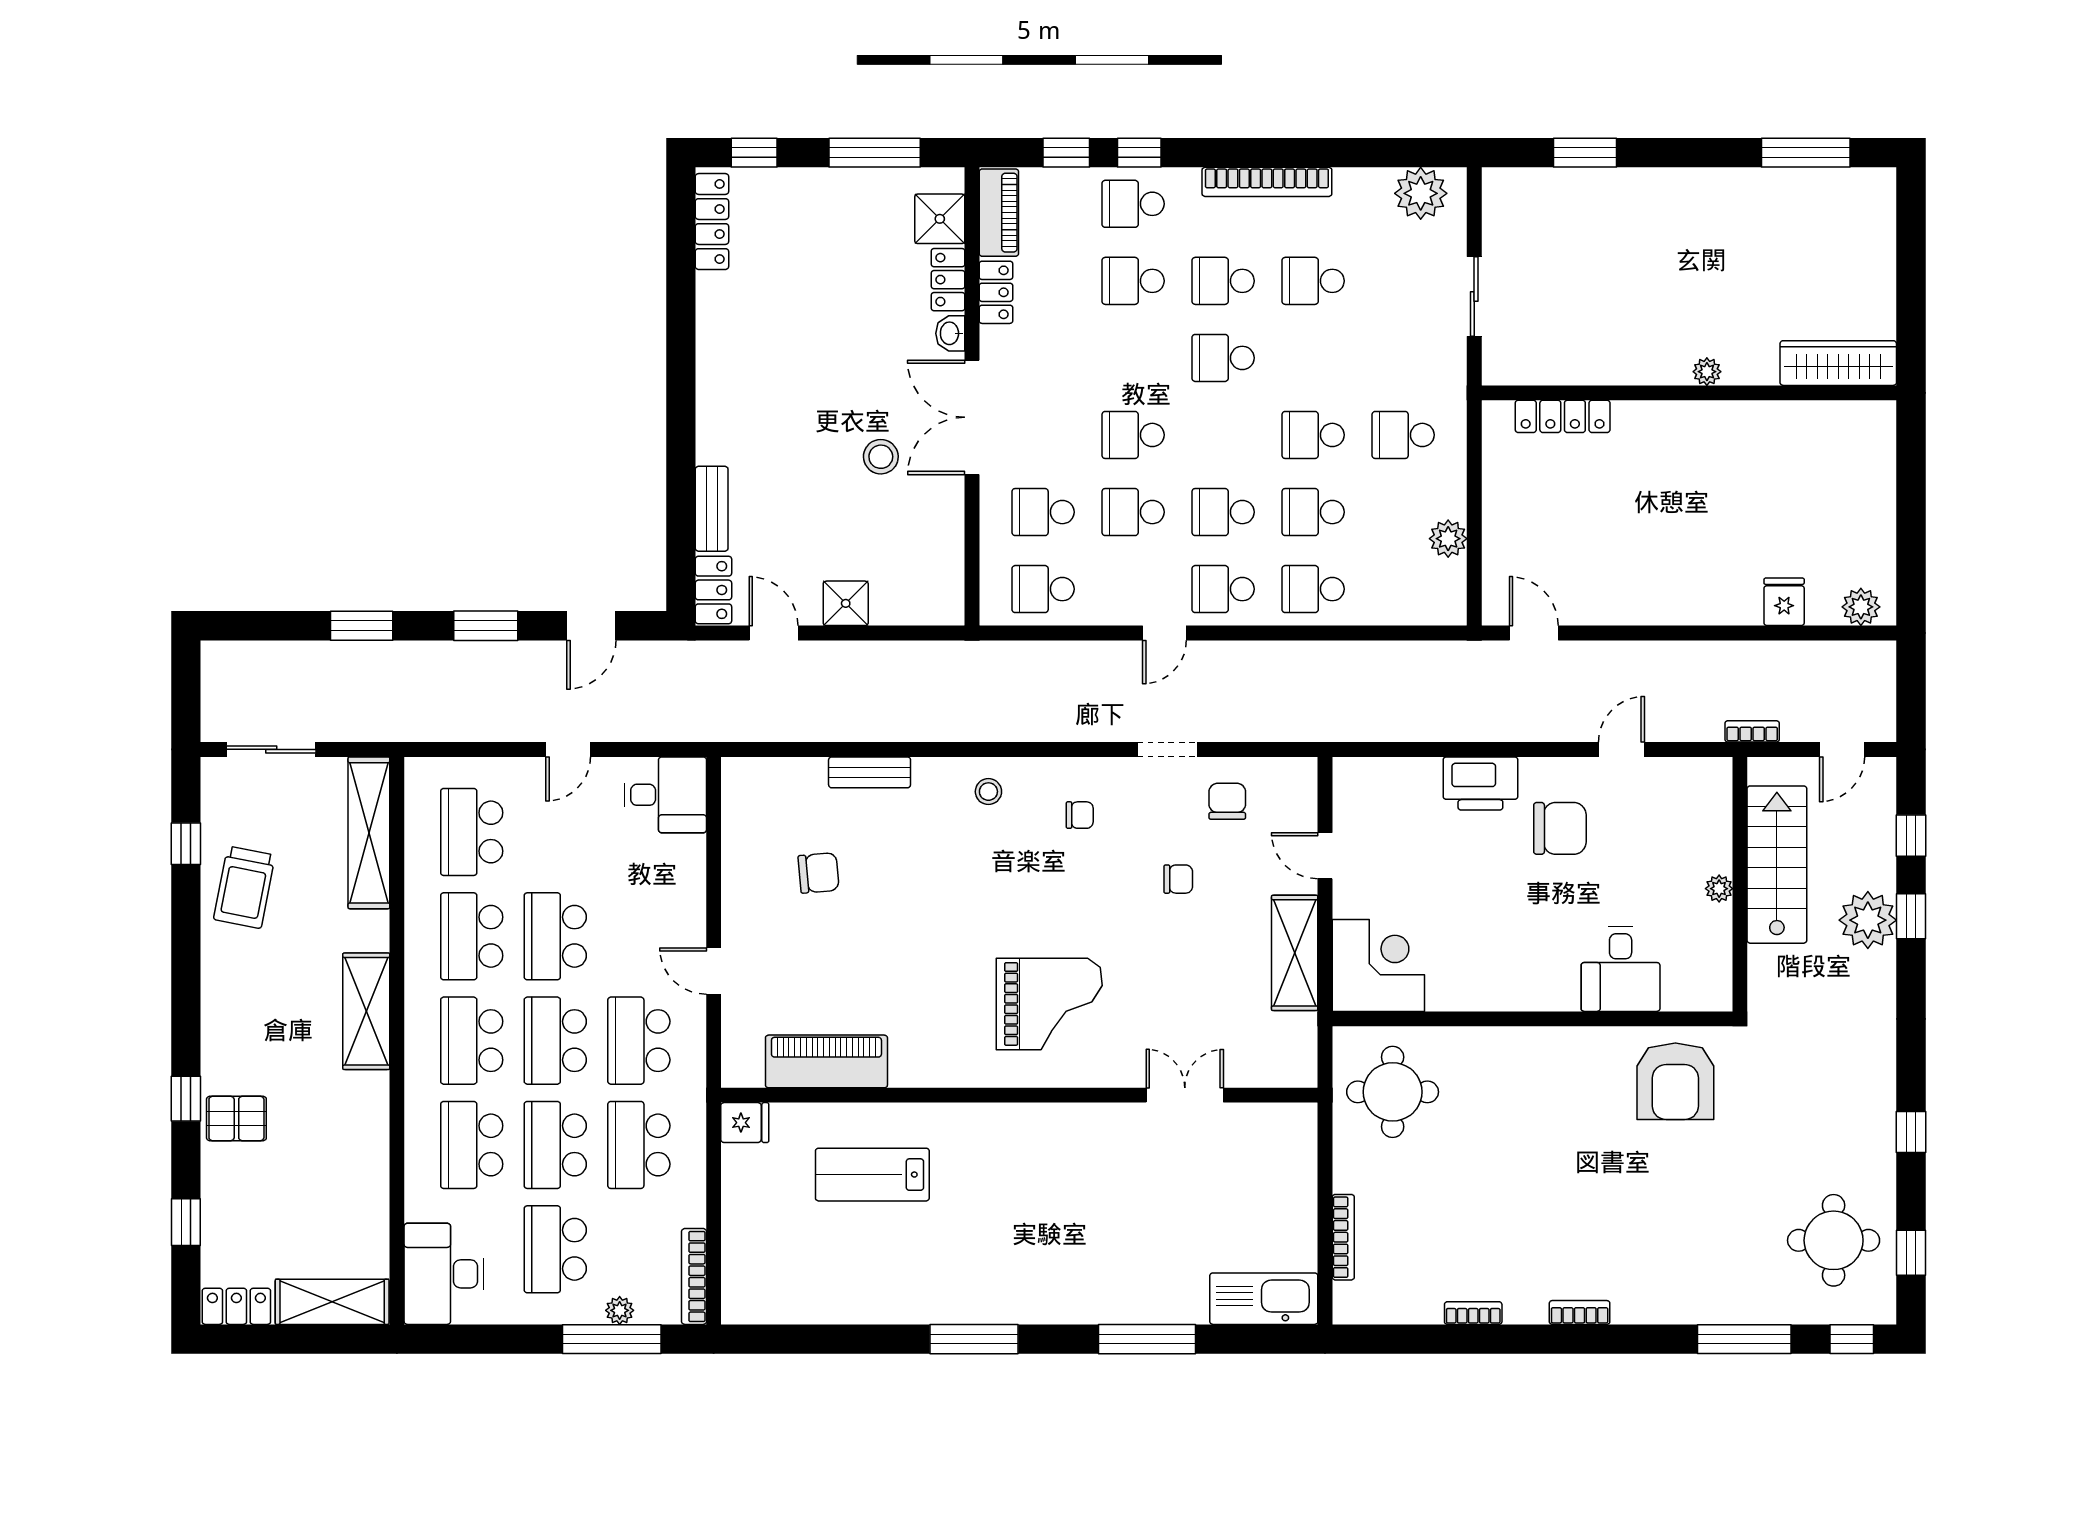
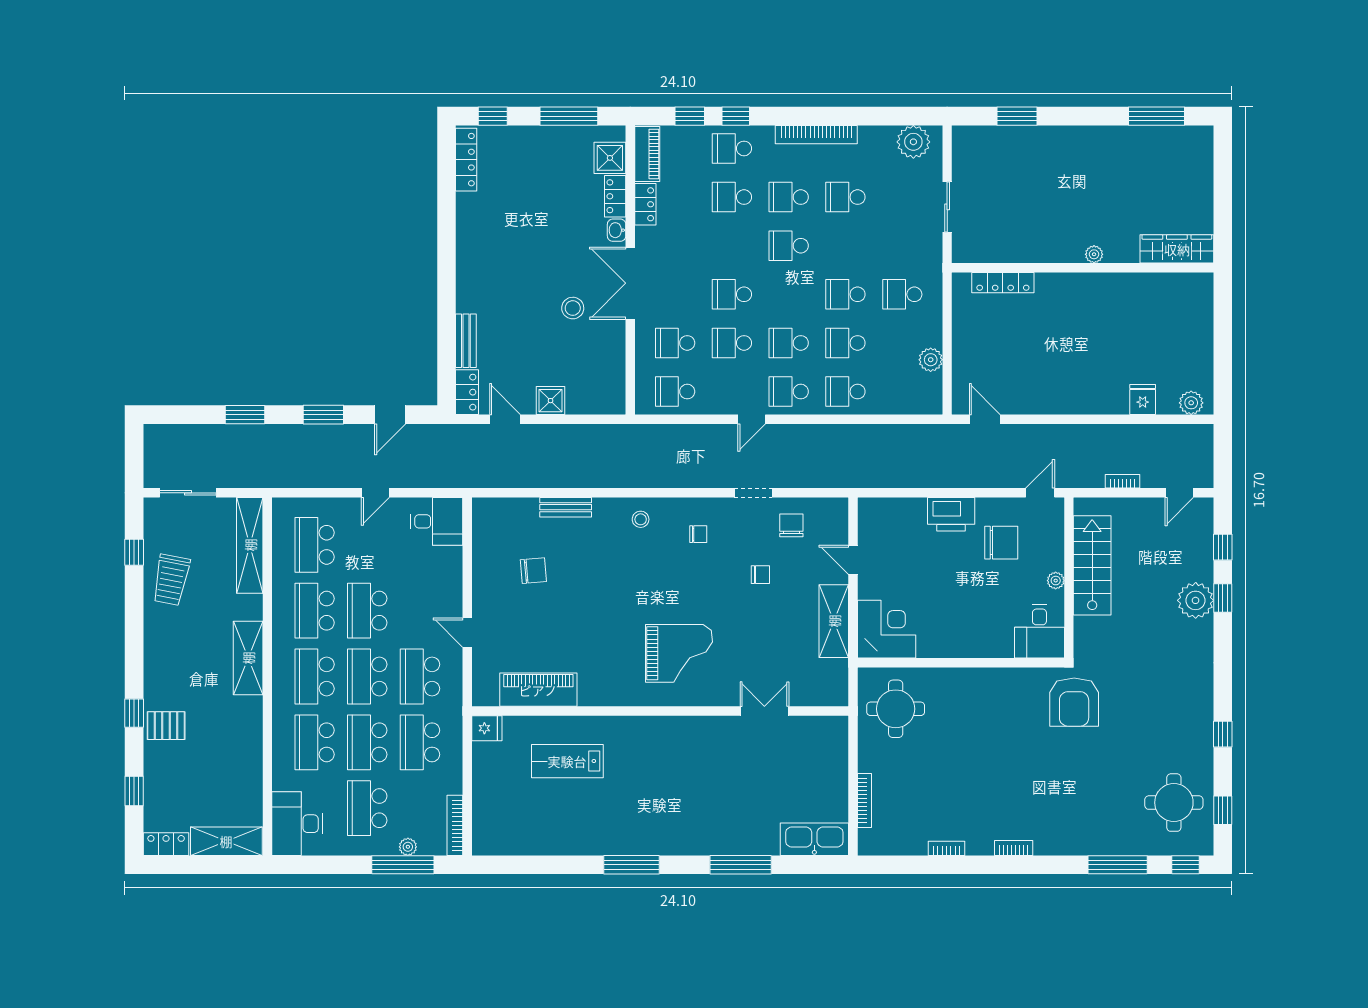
stairs: (1777, 865) -> (1092, 565), moved
wall: (1740, 884) -> (1069, 578), moved
plant: (1719, 889) -> (1056, 581), moved

